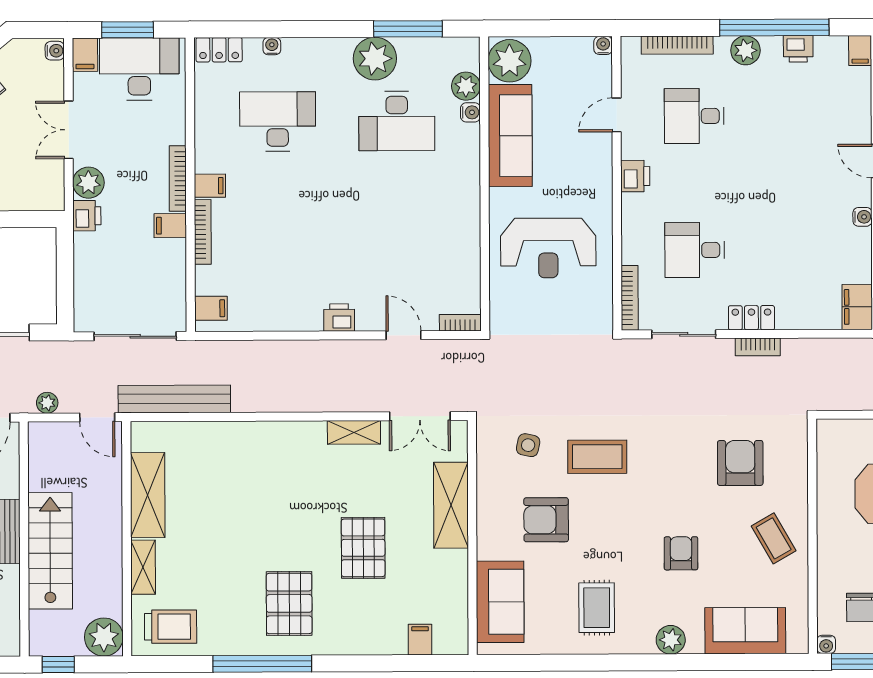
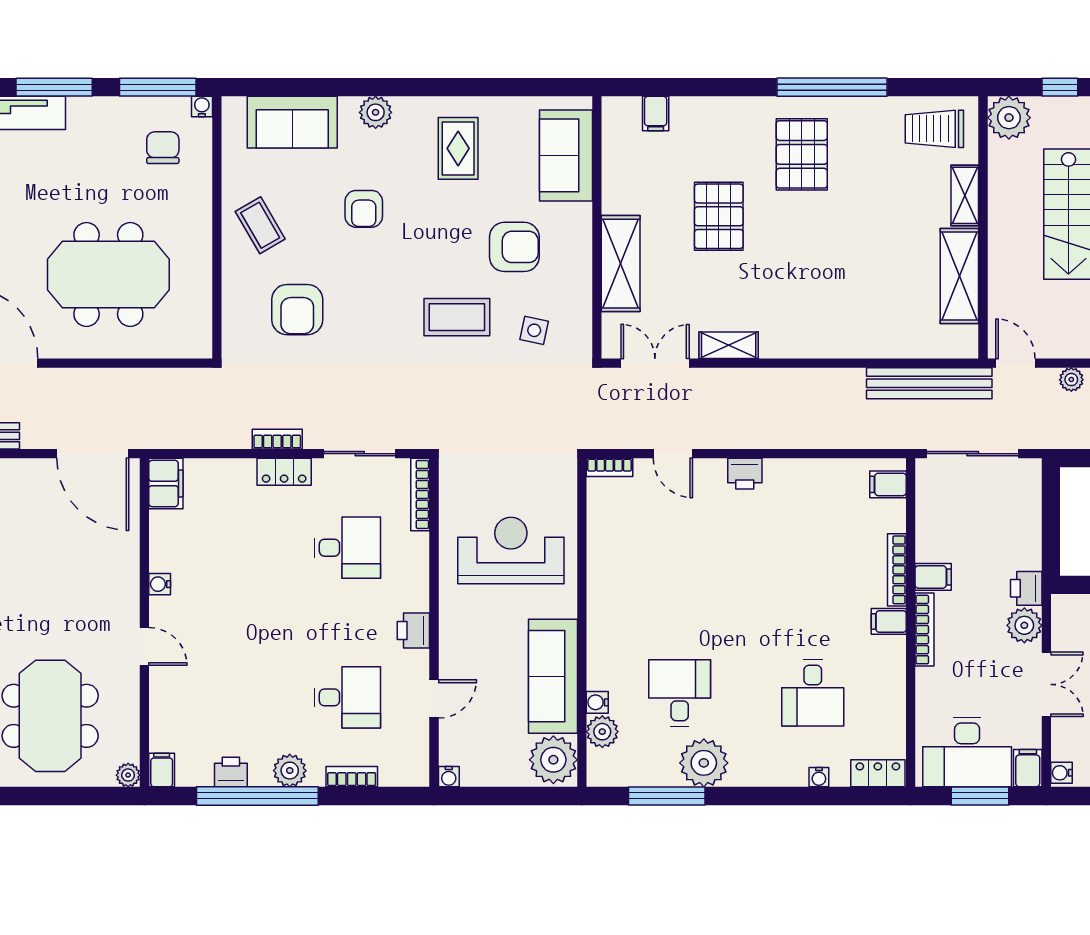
bookcase: (677, 45) -> (352, 777), width x0.64
desk: (278, 121) -> (813, 693), width x0.73
desk: (397, 121) -> (680, 693), width x0.73

